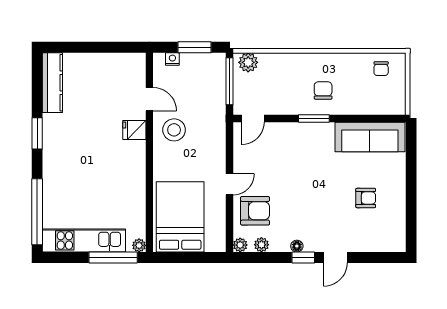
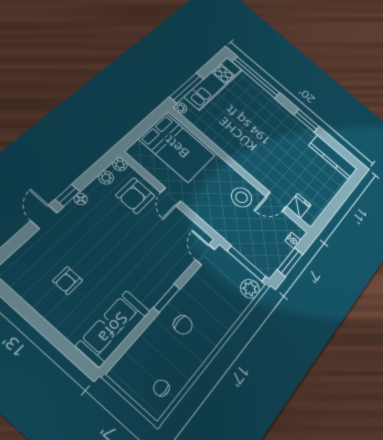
fridge: (134, 130) -> (299, 206), moved

